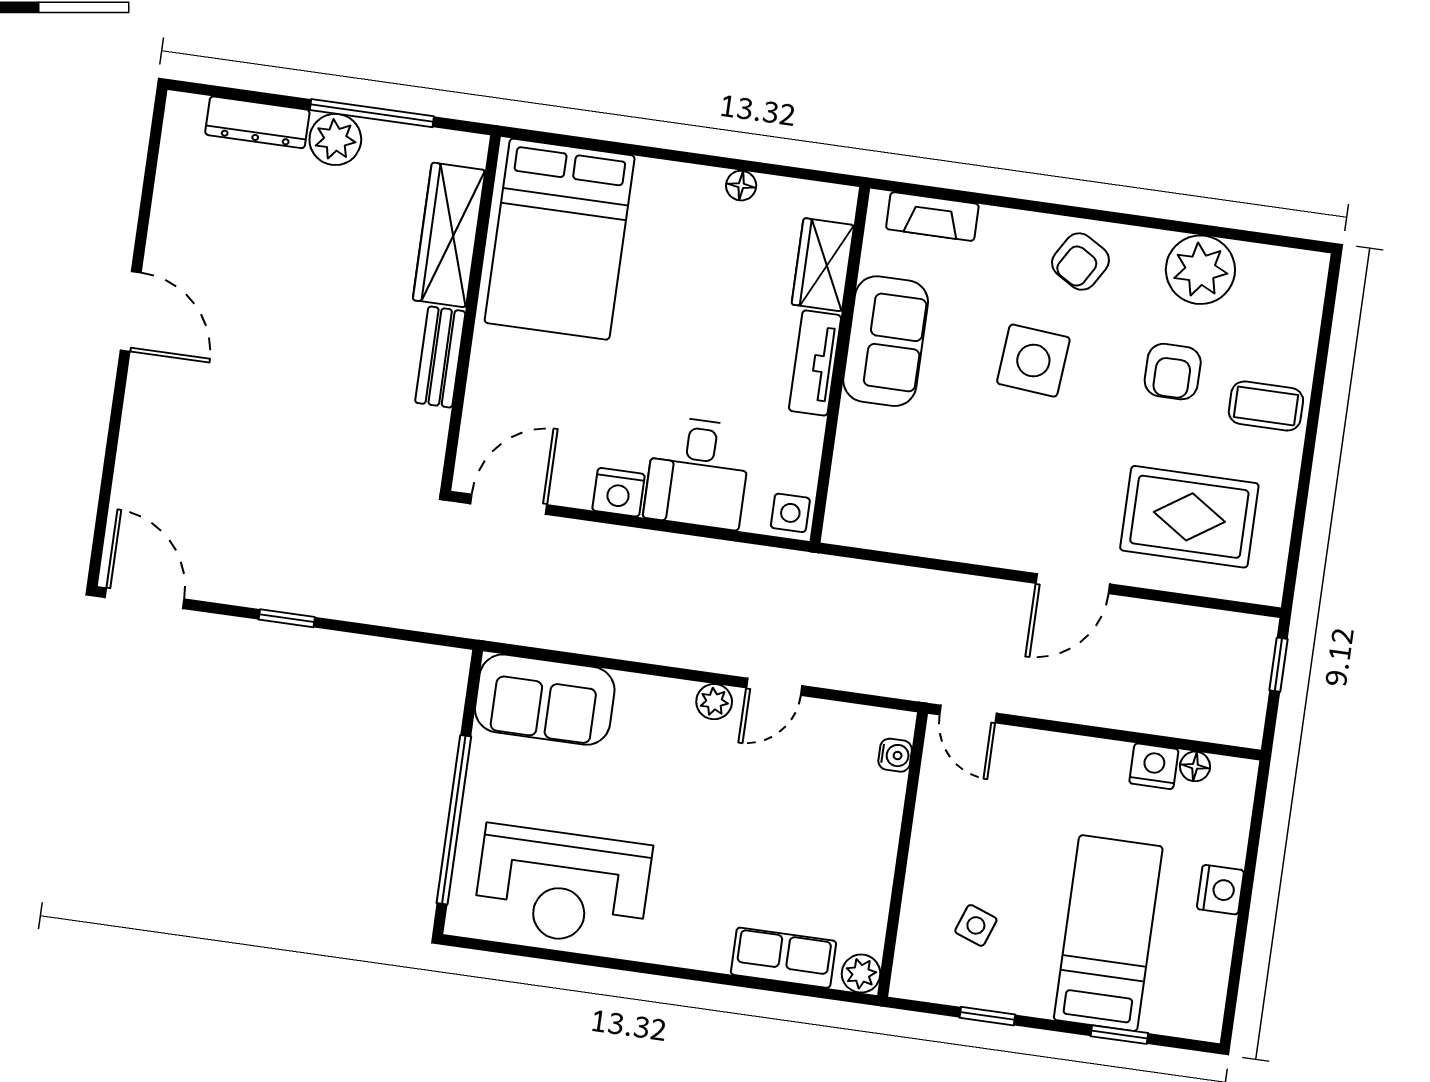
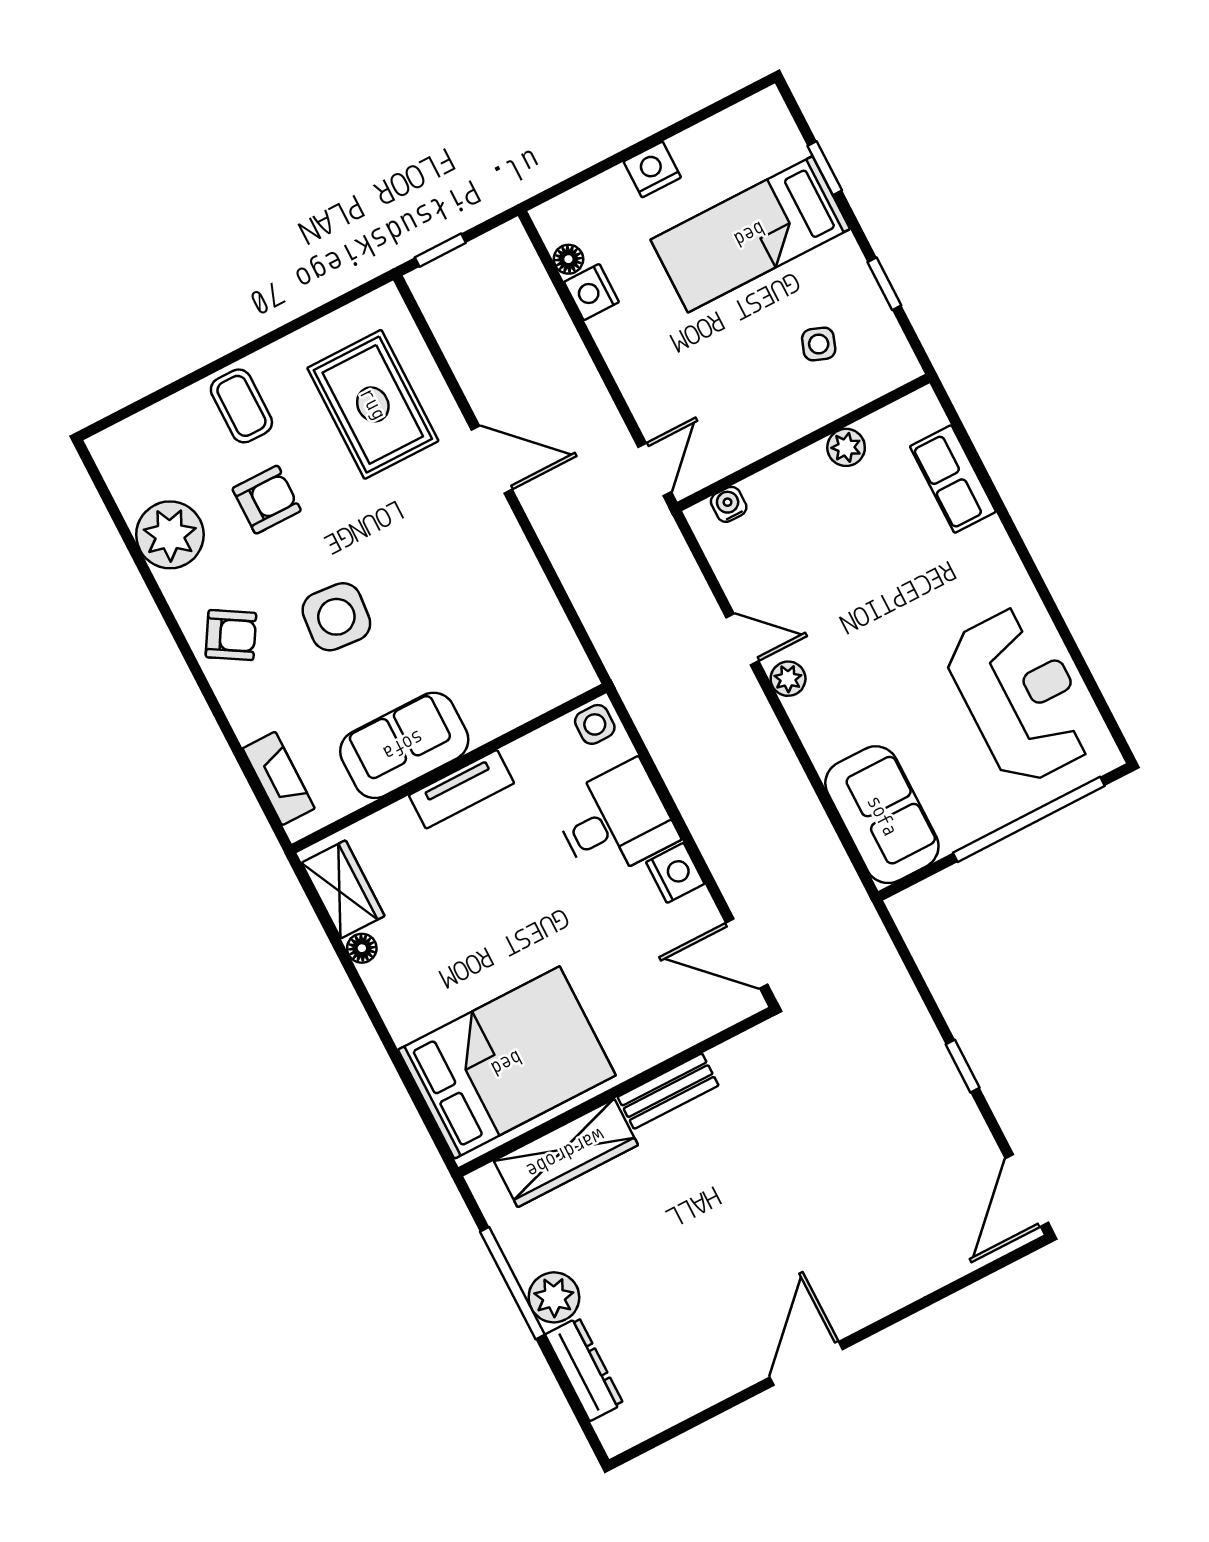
wardrobe: (823, 265) -> (343, 889), moved, turned -90
plant: (861, 974) -> (846, 447), moved

